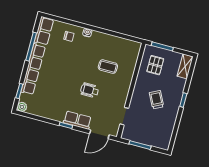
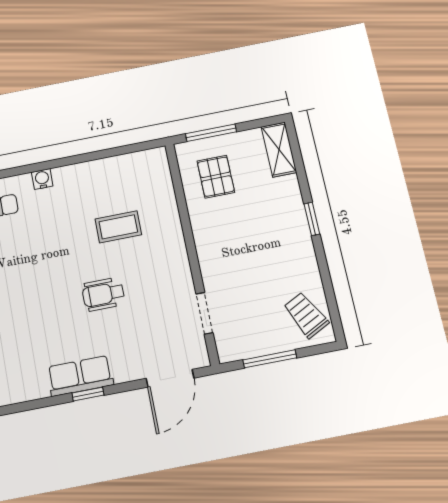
trolley: (157, 100) -> (306, 315), moved
row of seats: (77, 120) -> (80, 376), moved

